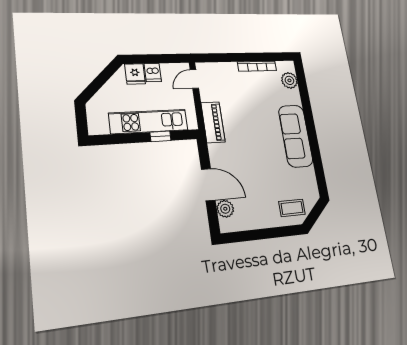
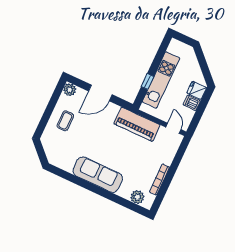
piano: (213, 122) -> (137, 124), width x1.37, depth x1.33
coffee table: (292, 208) -> (65, 121), moved
plant: (225, 209) -> (70, 90), moved

